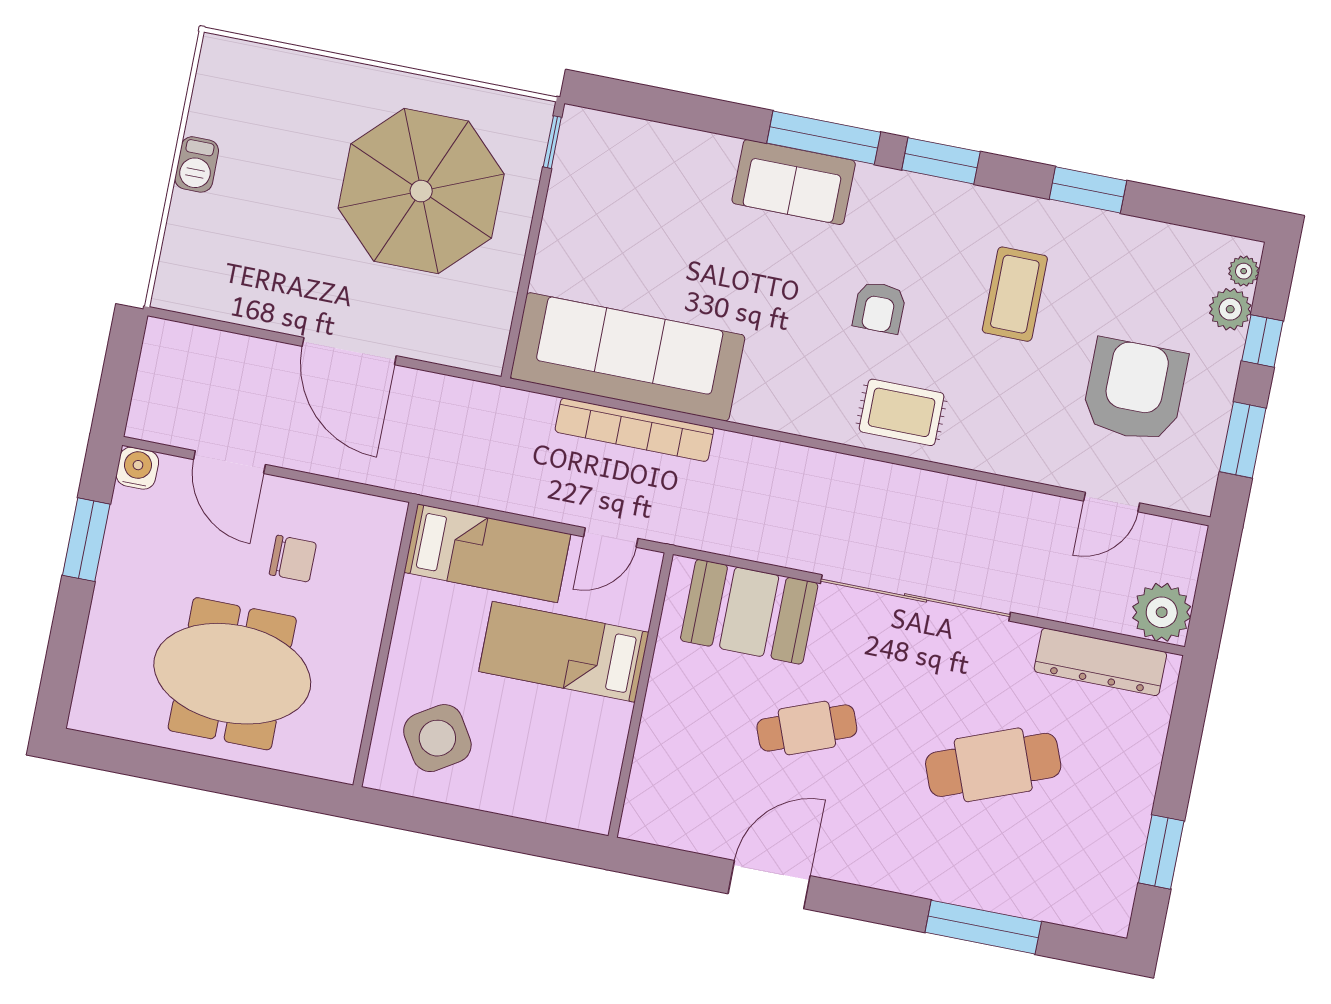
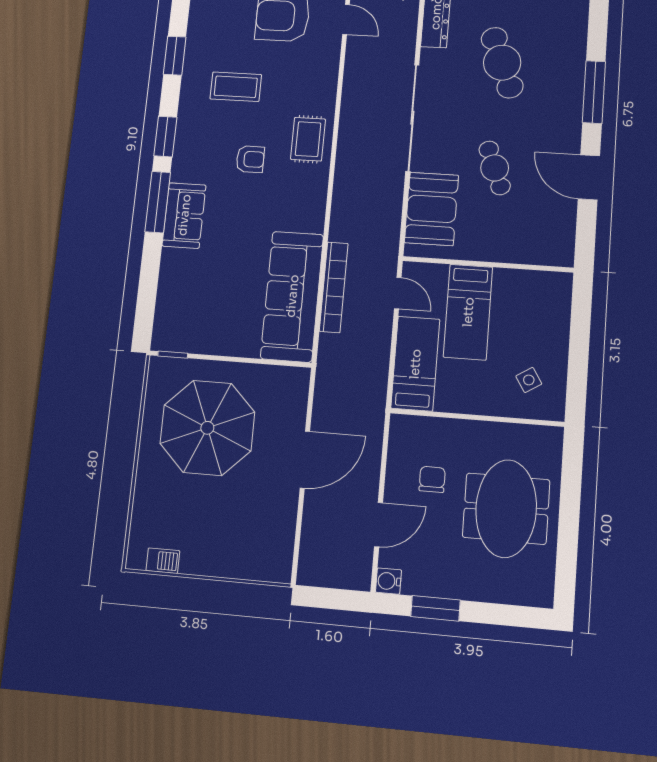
barbecue: (197, 164) -> (163, 561), moved
side table: (437, 738) -> (529, 380), width x0.54, depth x0.54
window: (983, 927) -> (594, 92), moved

